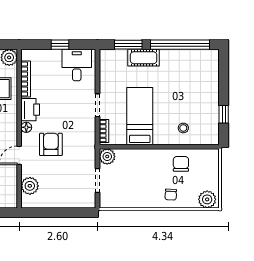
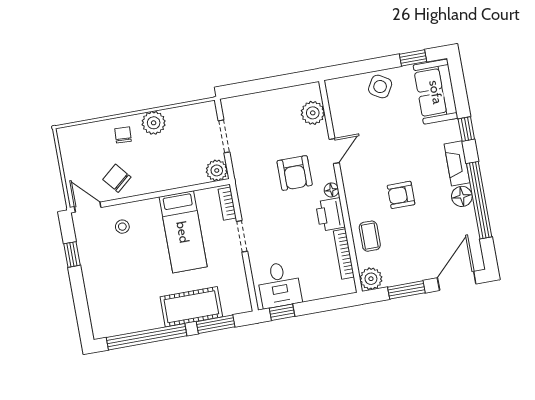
window: (60, 45) -> (282, 312), moved
cot: (144, 58) -> (191, 307), width x1.37, depth x1.34
door: (206, 147) -> (88, 207), added
chair: (181, 164) -> (117, 178), turned 140
plant: (207, 199) -> (154, 123), moved

